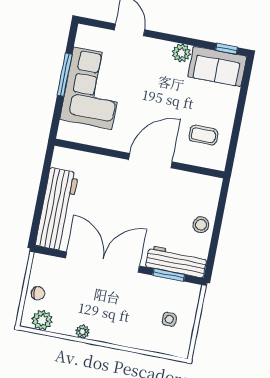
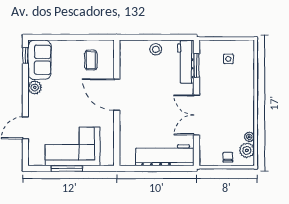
double door: (103, 262) -> (196, 115), width x0.73
plant: (83, 332) -> (249, 137), moved

